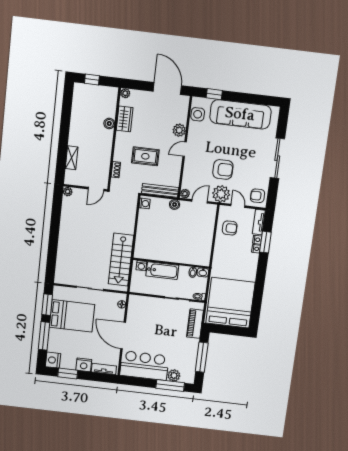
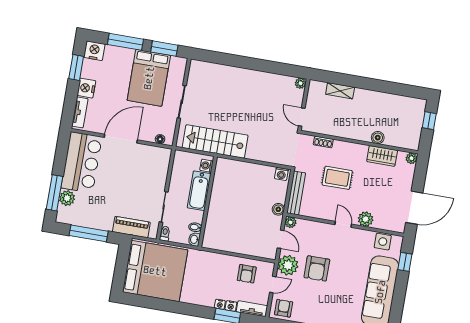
rug: (145, 156) -> (337, 178), turned 90

